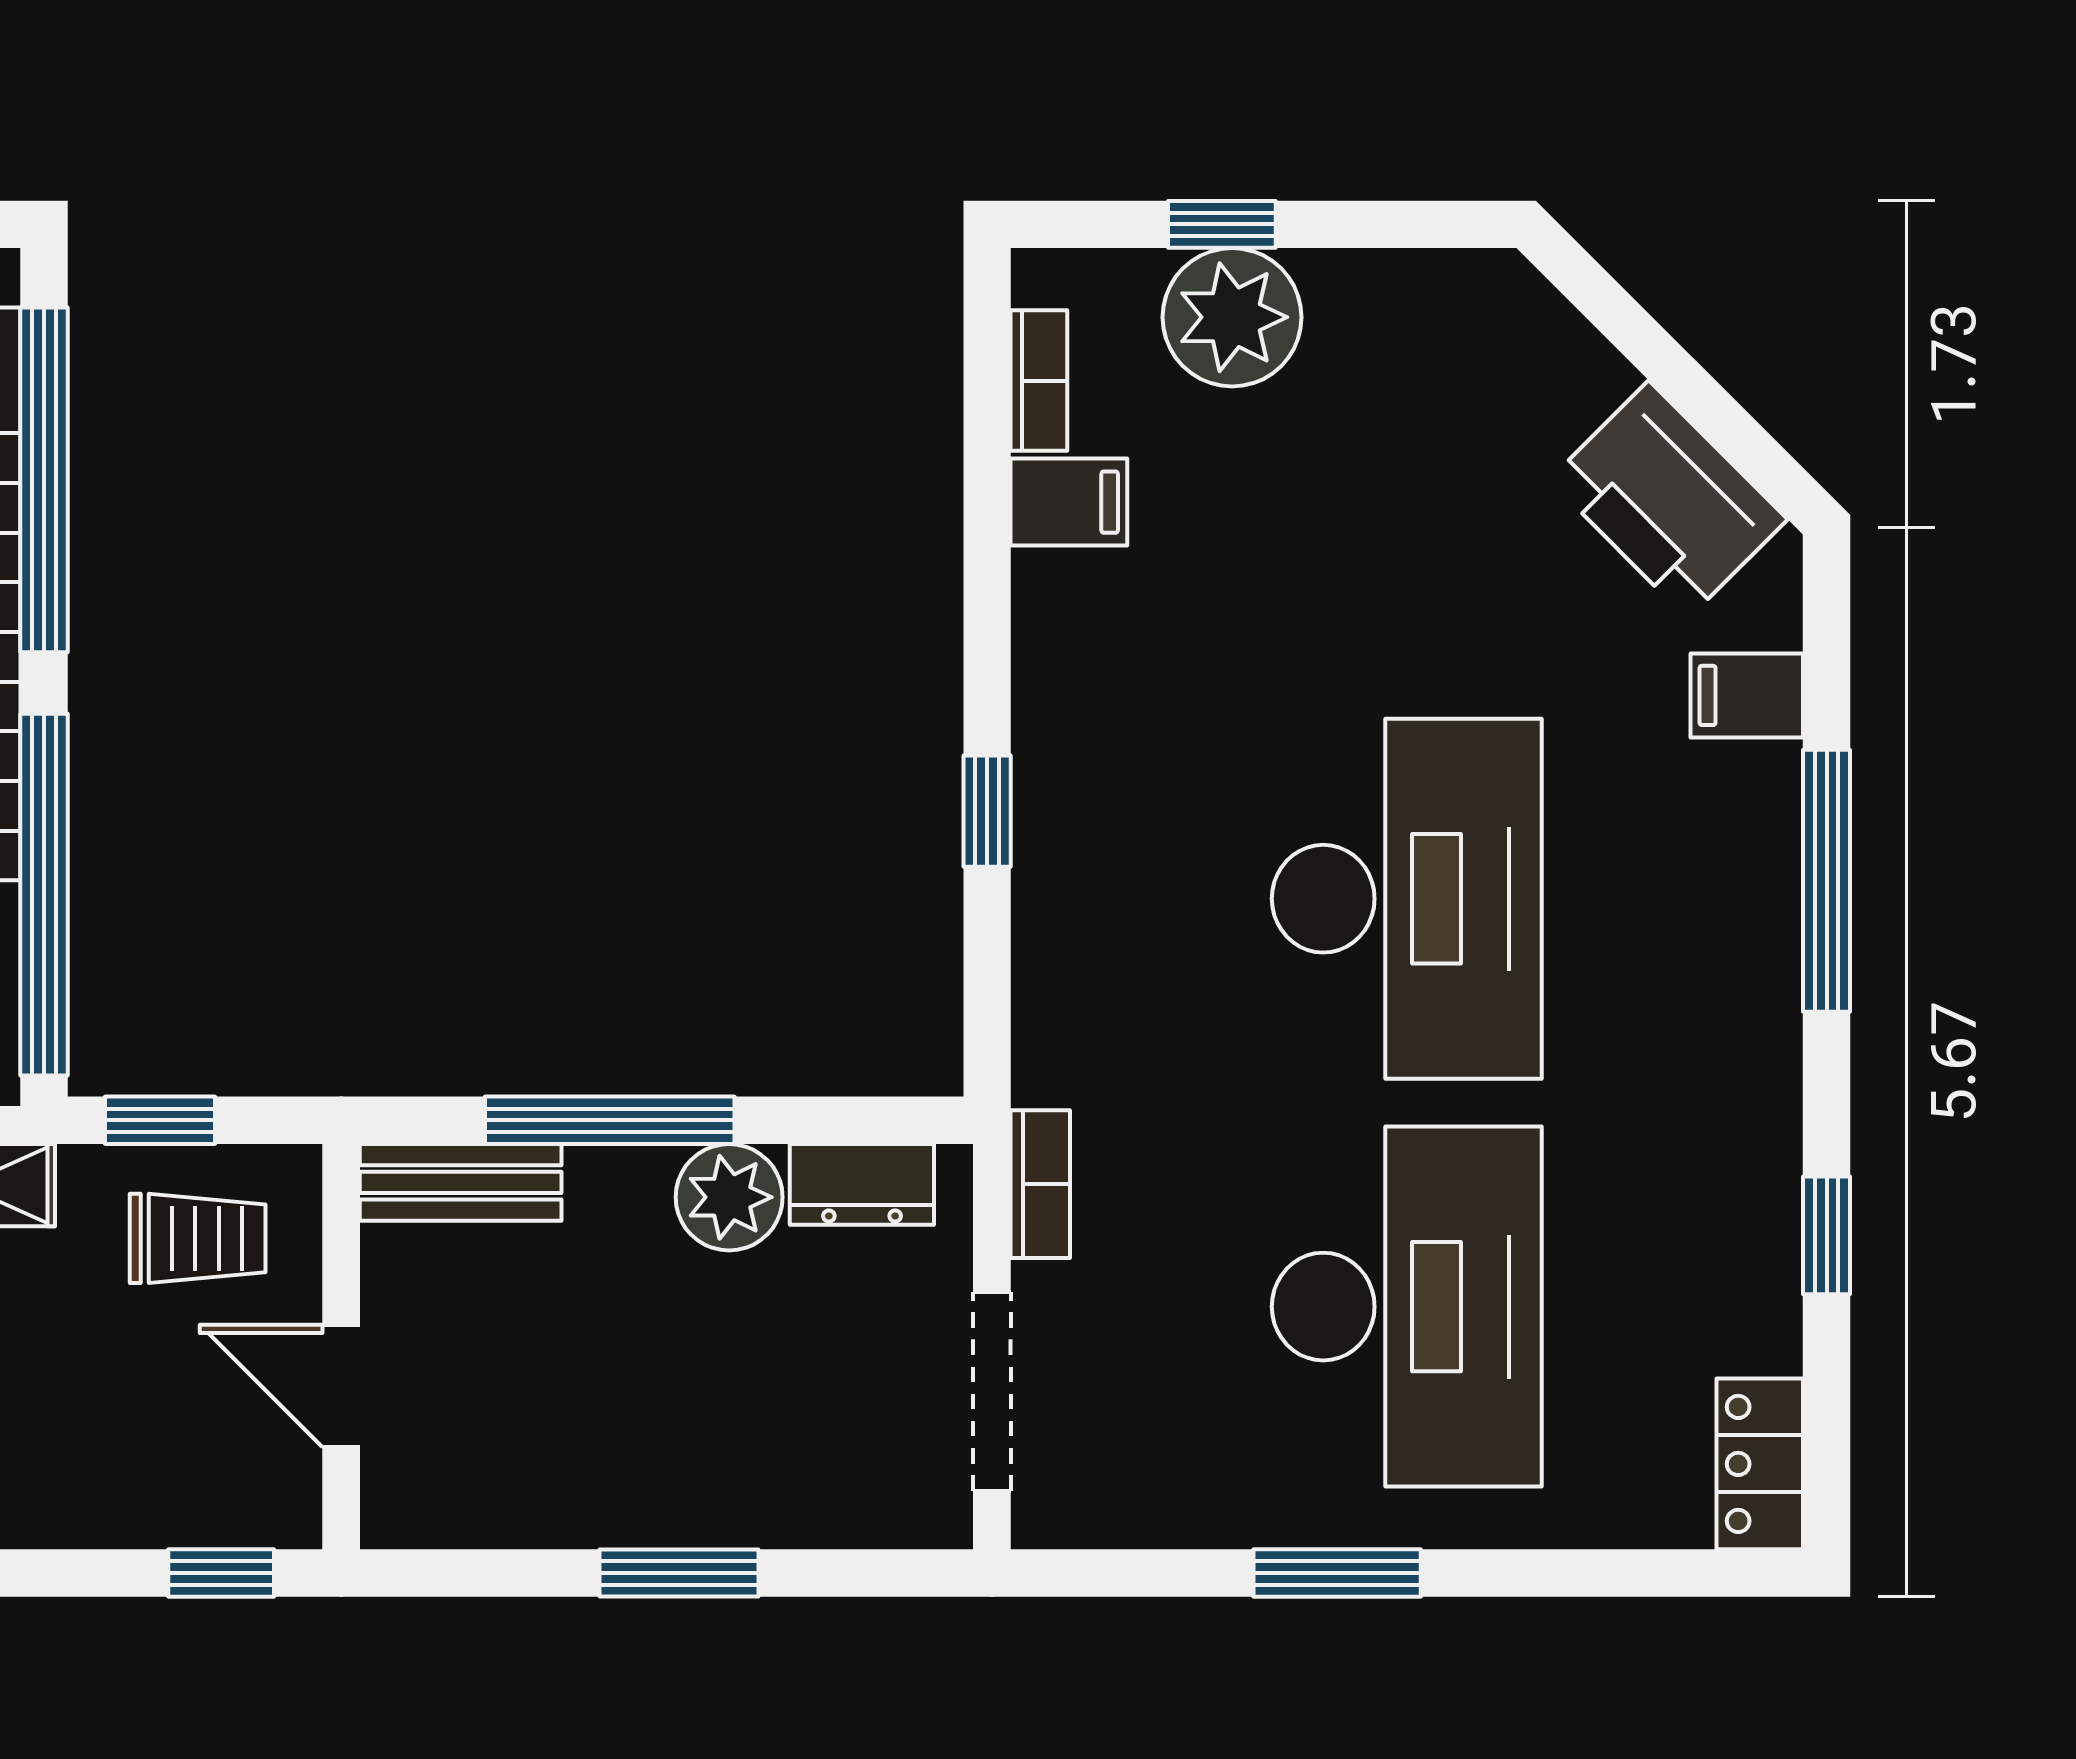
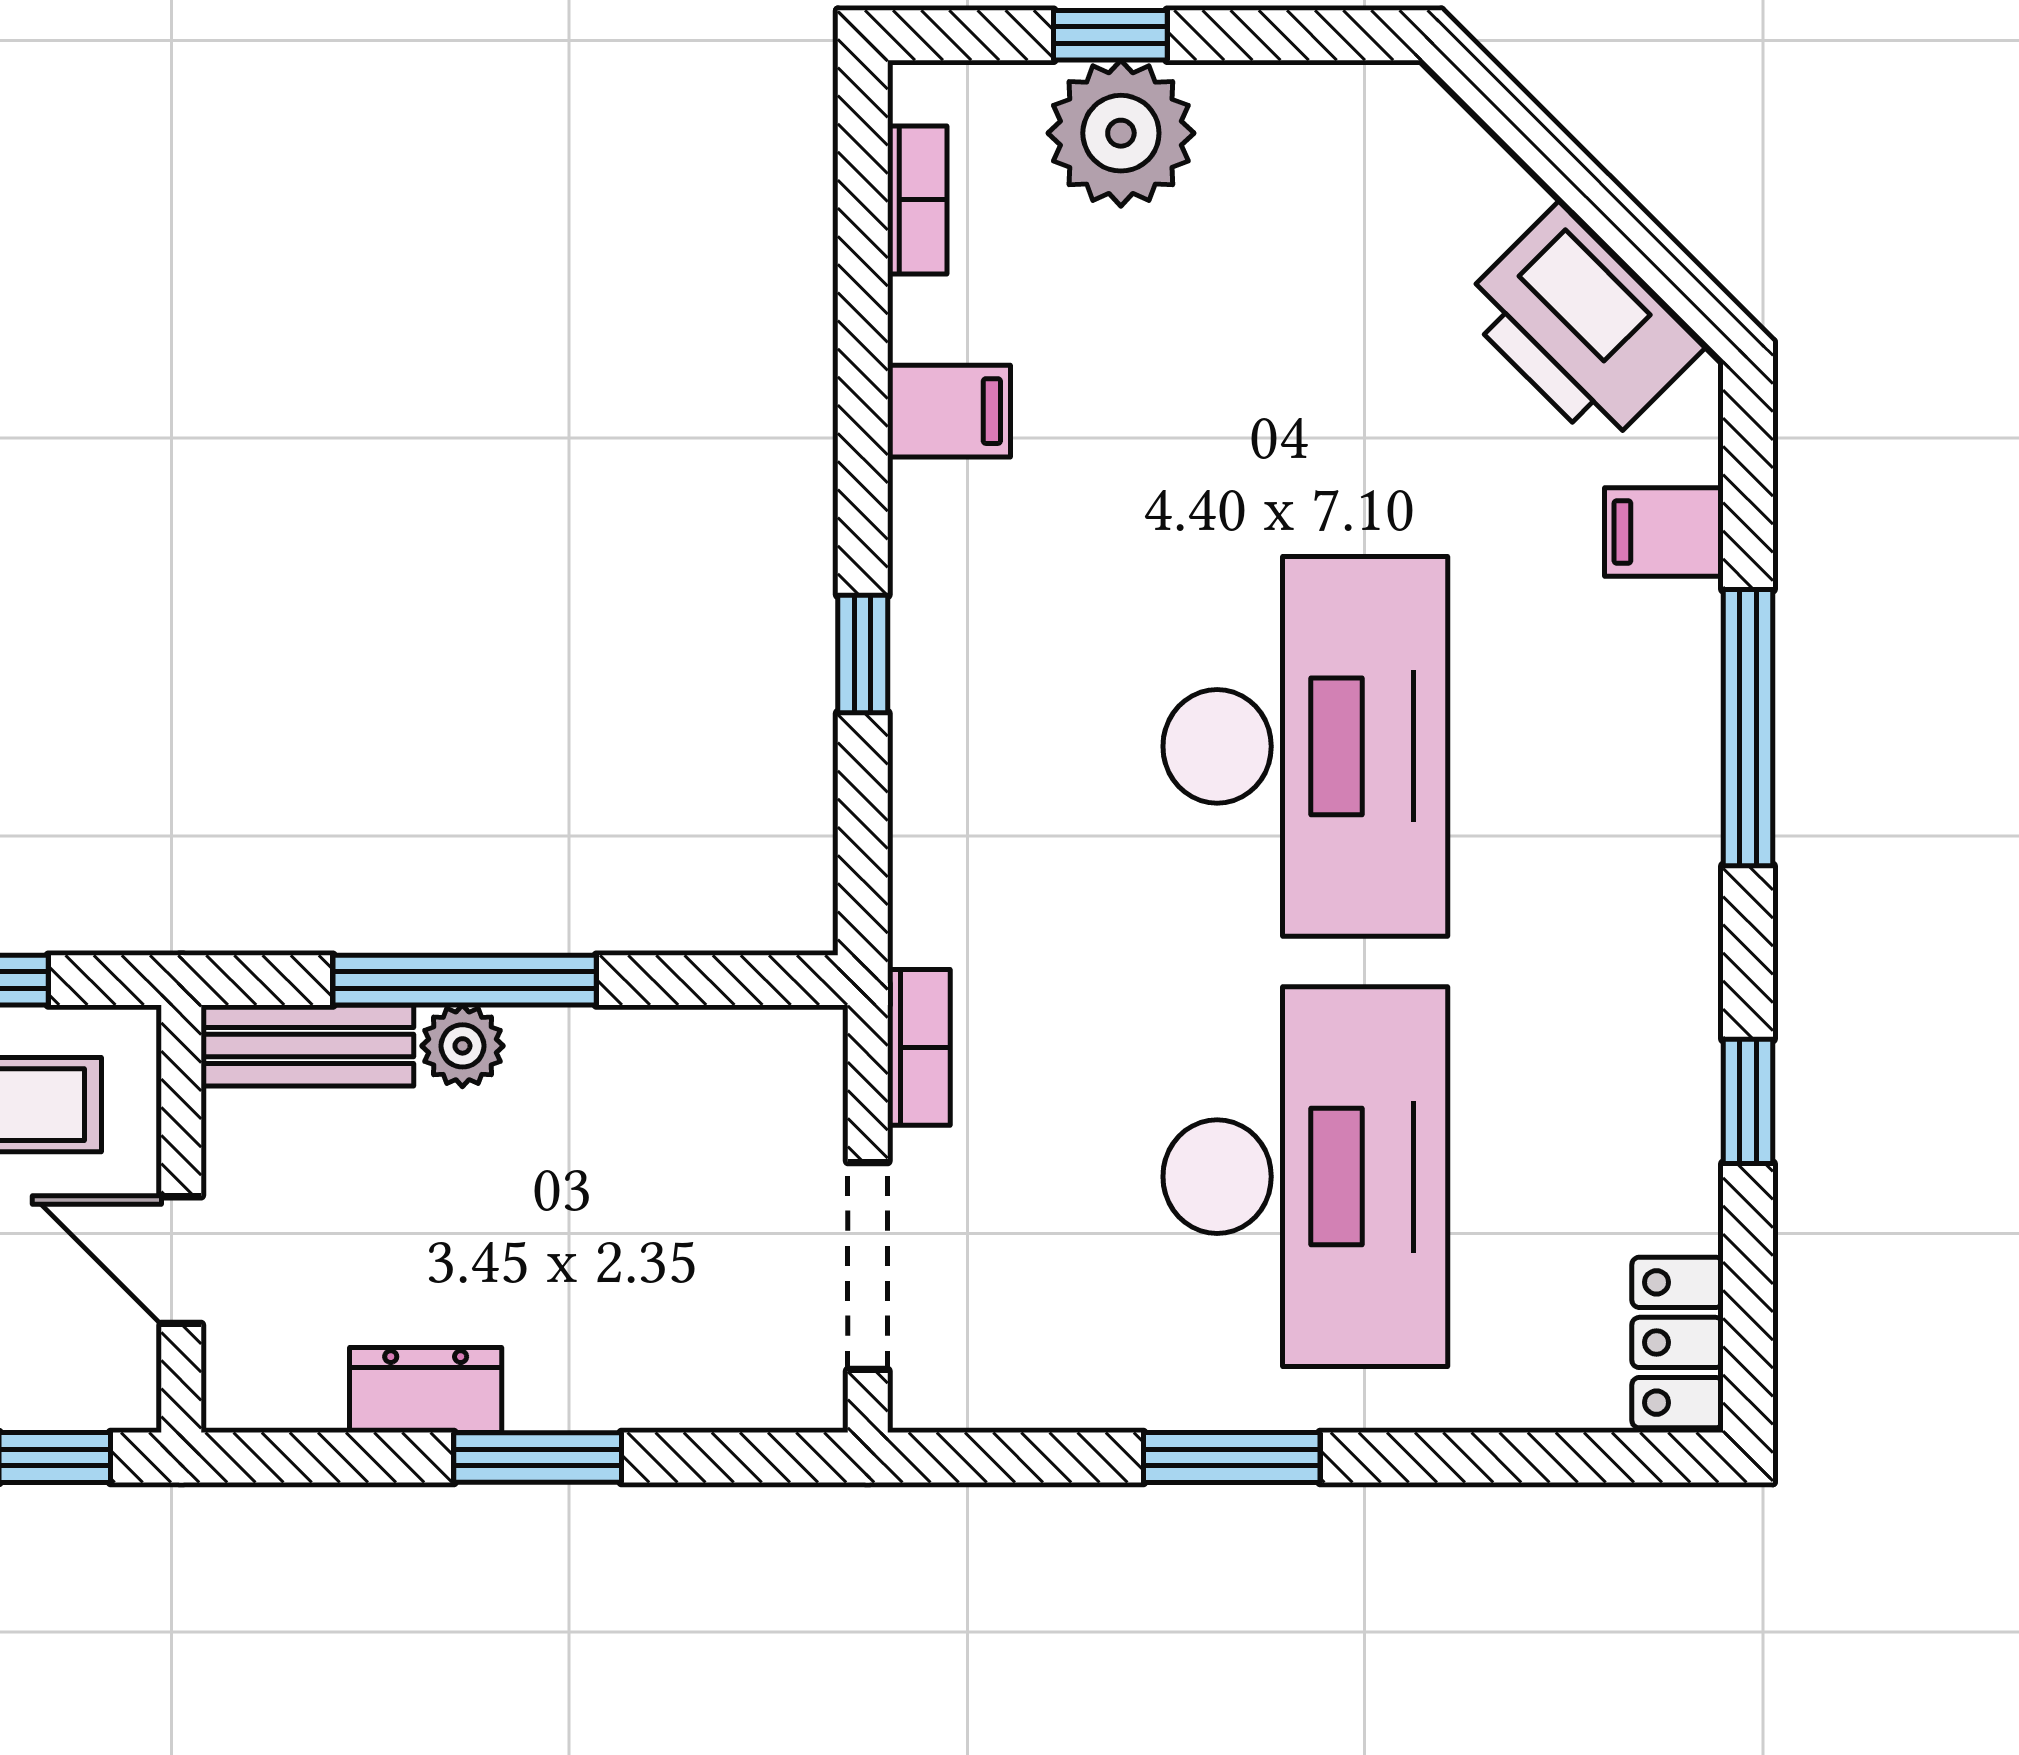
filing cabinet: (1069, 502) -> (949, 411), moved
dresser: (862, 1184) -> (426, 1390), moved, turned 180
plant: (729, 1197) -> (462, 1046), moved, width x0.73, depth x0.73

